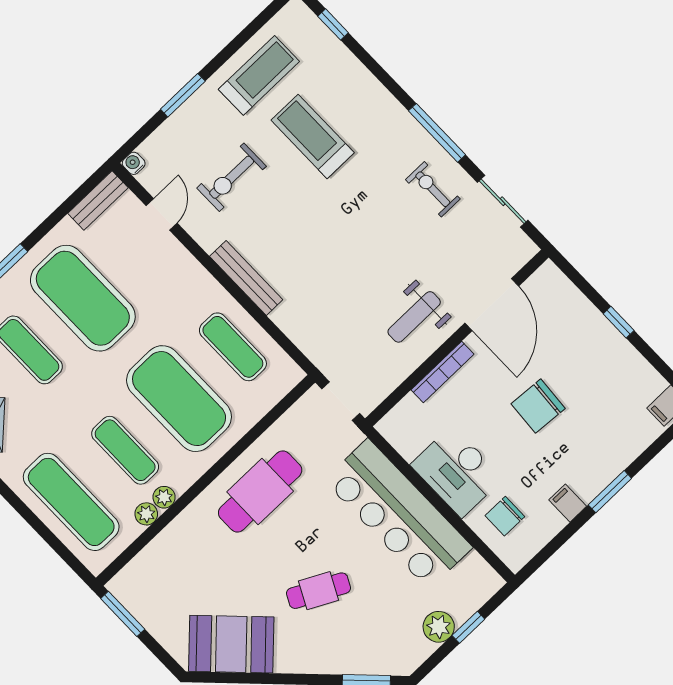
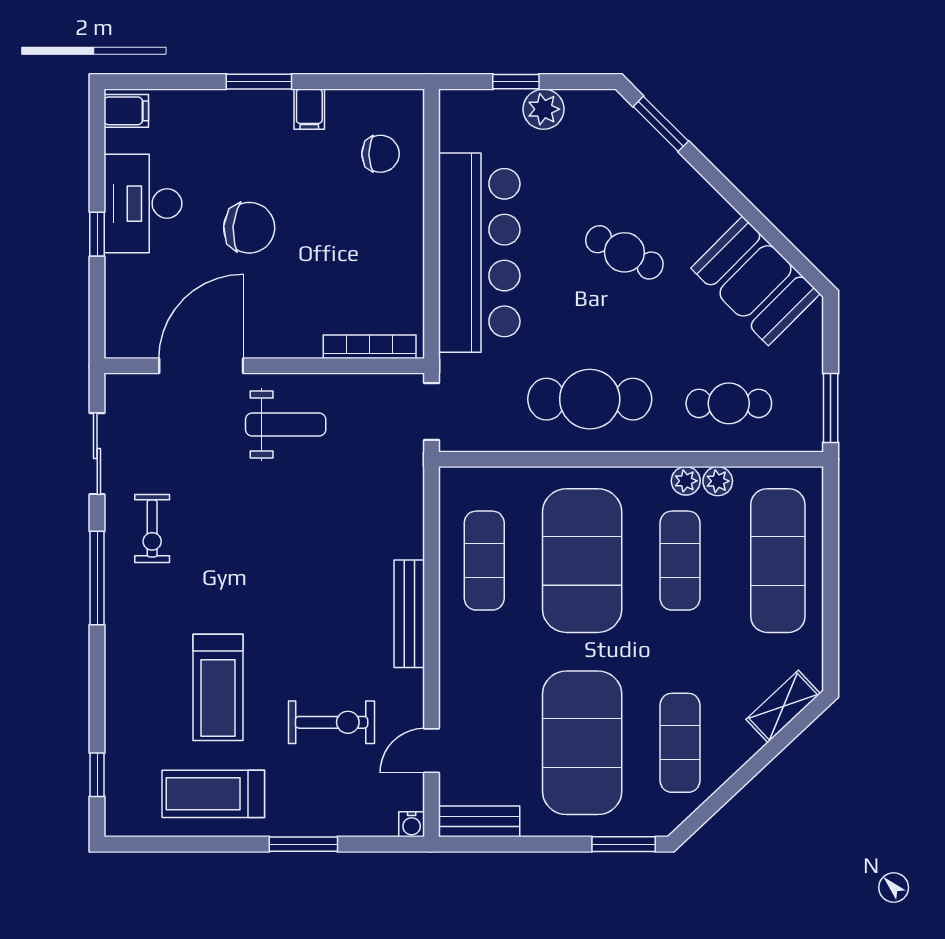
bookcase: (442, 372) -> (370, 347), moved
desk: (457, 472) -> (143, 204), moved, turned 180
cafe table: (181, 563) -> (729, 403), added

